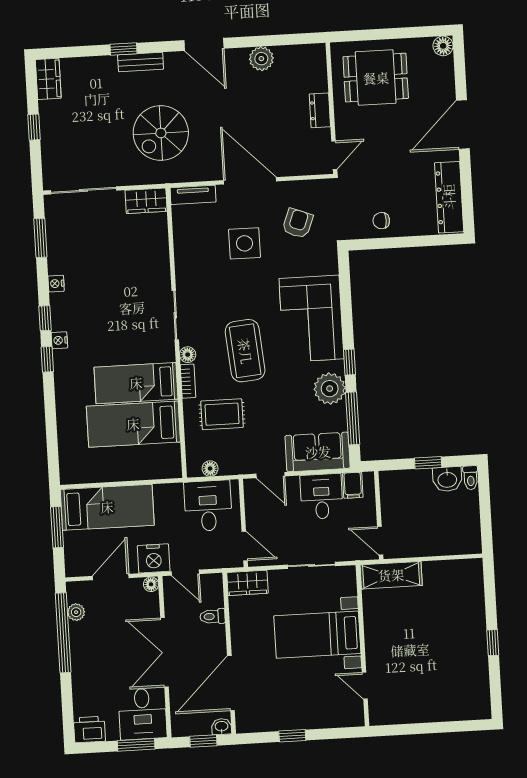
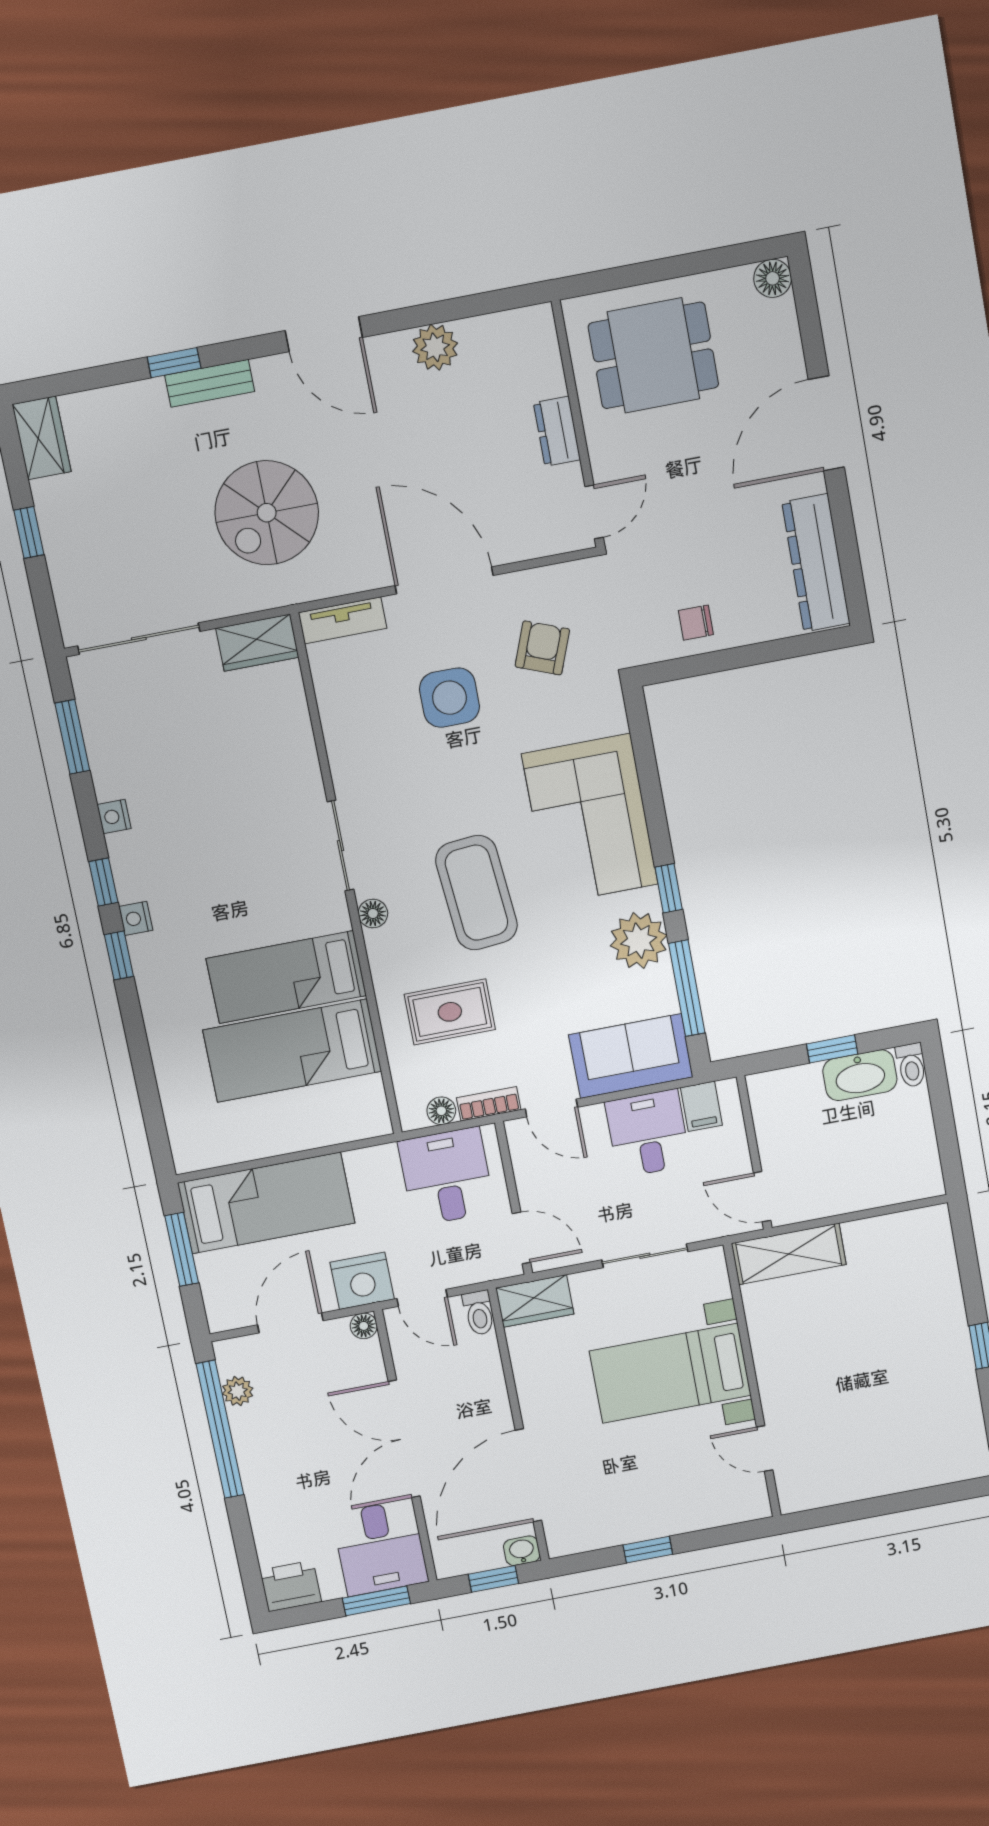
bookcase: (188, 381) -> (489, 1104), moved, turned -90
washbasin: (447, 479) -> (860, 1075), width x1.38
toilet: (213, 616) -> (479, 1313), moved, turned -90

